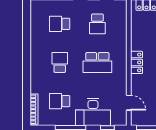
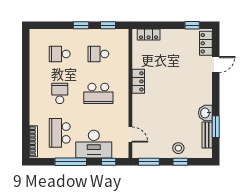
school desk: (97, 24) -> (98, 54), turned 90
locker: (137, 62) -> (138, 81), moved
school desk: (60, 101) -> (60, 133), width x1.85

